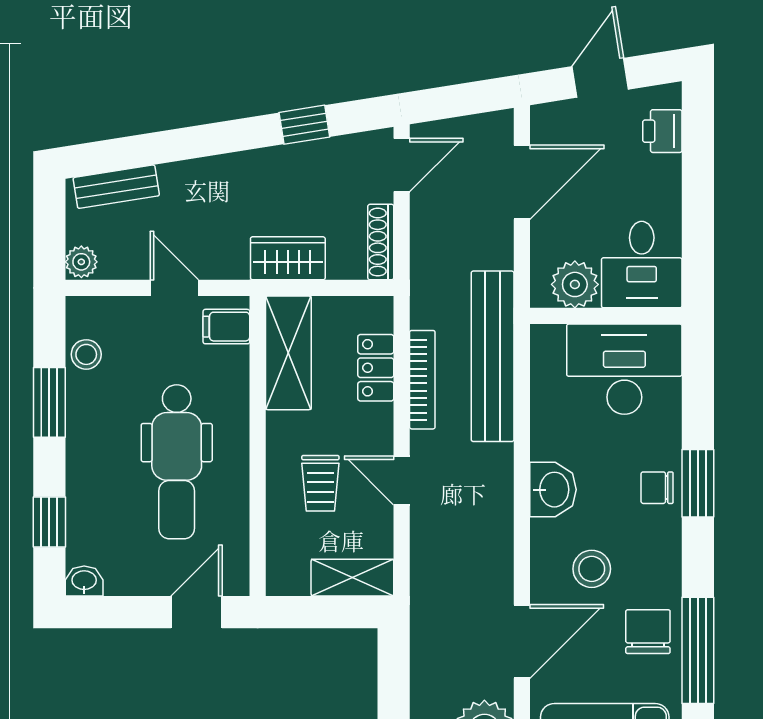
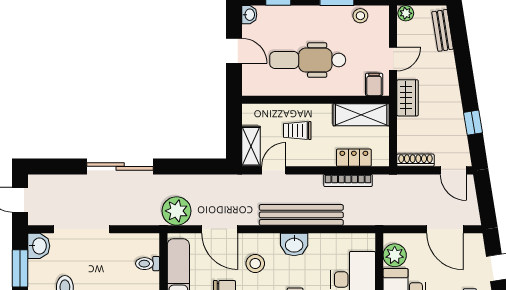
wardrobe: (288, 258) -> (408, 98), moved
bench: (493, 356) -> (301, 215), moved
door: (402, 480) -> (274, 170), moved
door: (197, 612) -> (234, 51), moved

